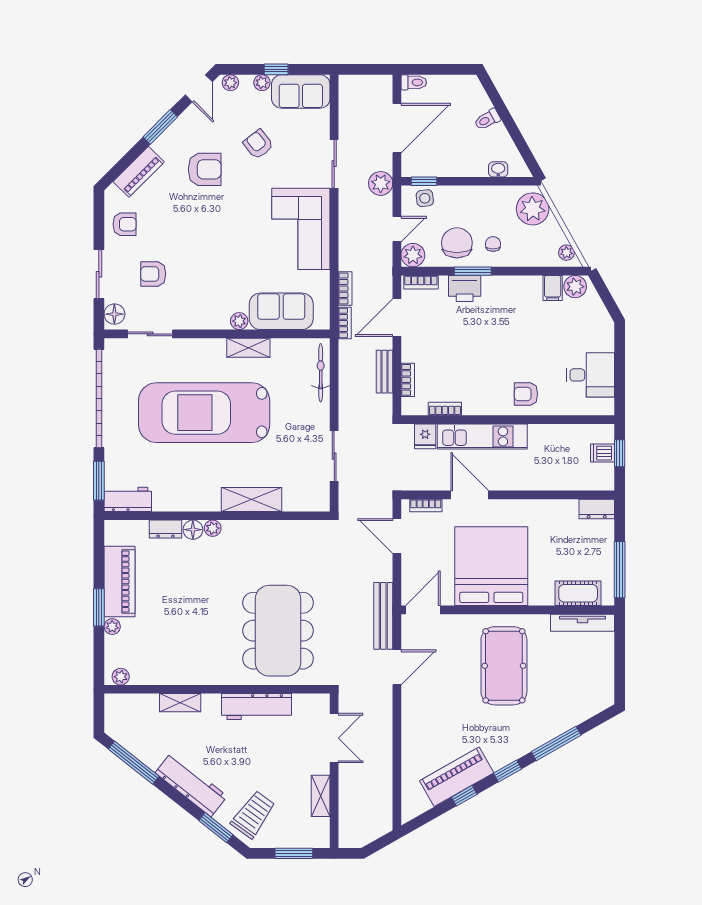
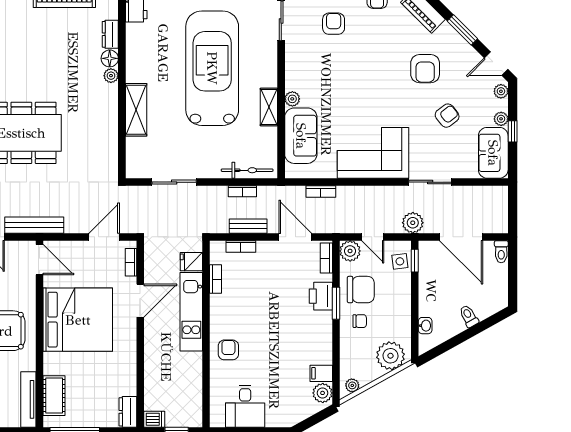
bookcase: (345, 323) -> (242, 191), moved
dishwasher: (602, 453) -> (154, 419), moved, turned 90

